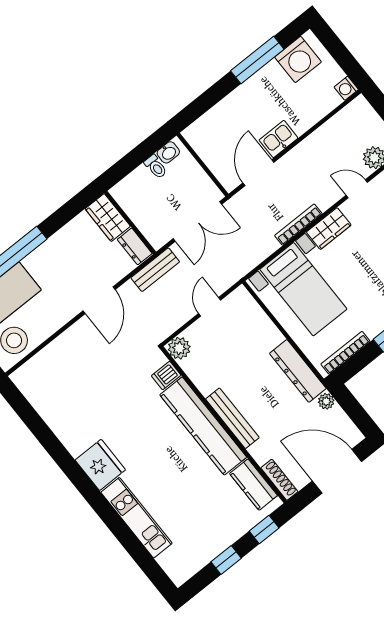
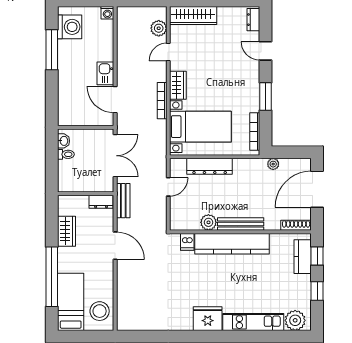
wardrobe: (108, 218) -> (67, 231), moved, turned -90
door: (210, 307) -> (168, 187), swing flipped
plant: (179, 348) -> (208, 222), moved
dresser: (298, 371) -> (210, 166), moved
kitchen counter: (254, 485) -> (303, 257), moved, turned 90
plant: (175, 562) -> (295, 320), added

